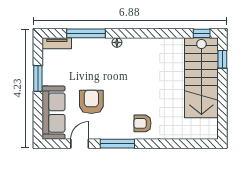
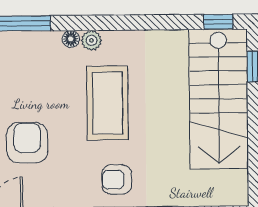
plant: (129, 43) -> (91, 40), added
coffee table: (138, 79) -> (107, 103), added

